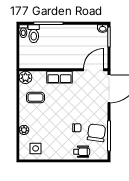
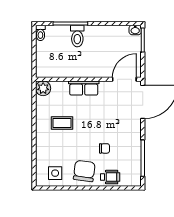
toilet: (34, 34) -> (77, 36), moved
coffee table: (35, 97) -> (62, 123), moved
plant: (24, 130) -> (41, 151), removed
chair: (96, 133) -> (84, 171), moved

